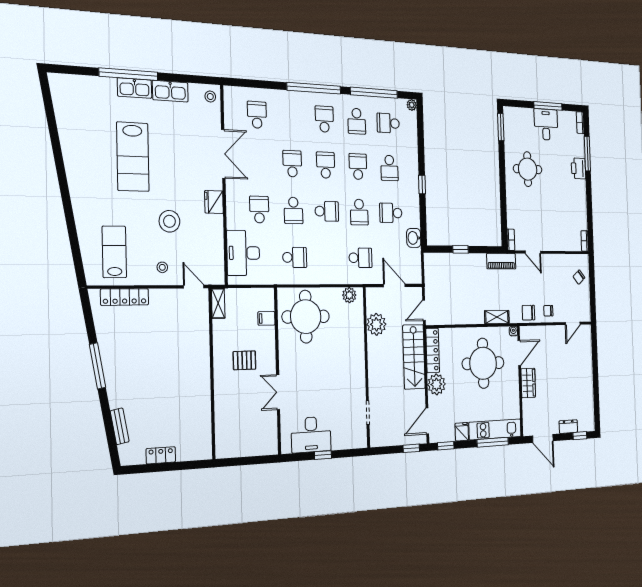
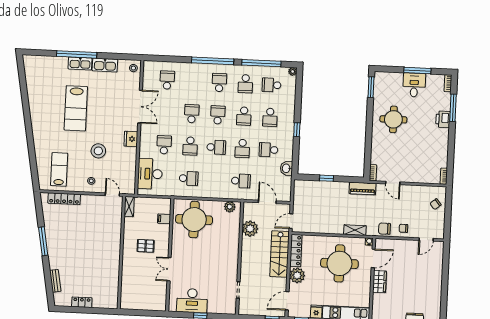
school desk: (358, 167) -> (244, 116), turned 180

